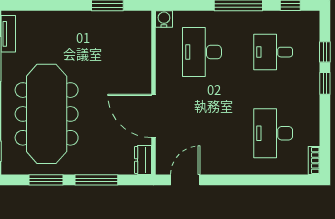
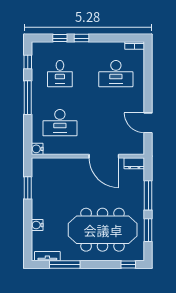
water cooler: (53, 19) -> (37, 225), added
door: (153, 116) -> (104, 156), hinge flipped
door: (185, 180) -> (148, 123), moved

